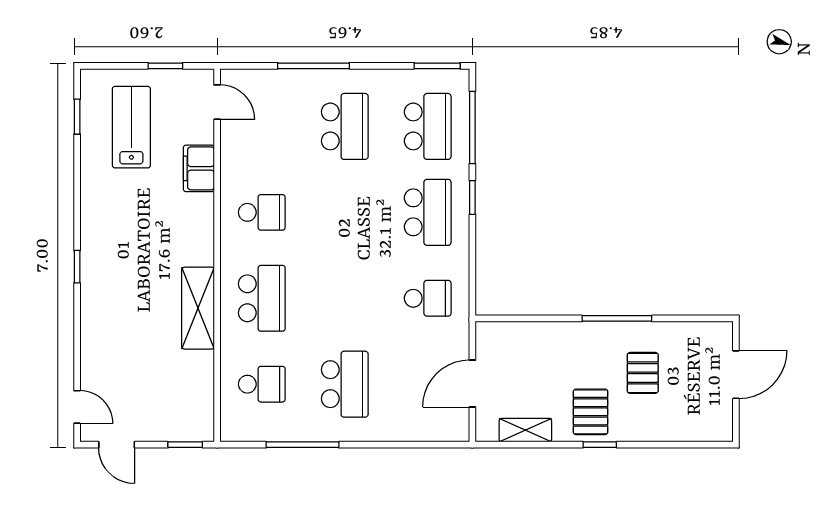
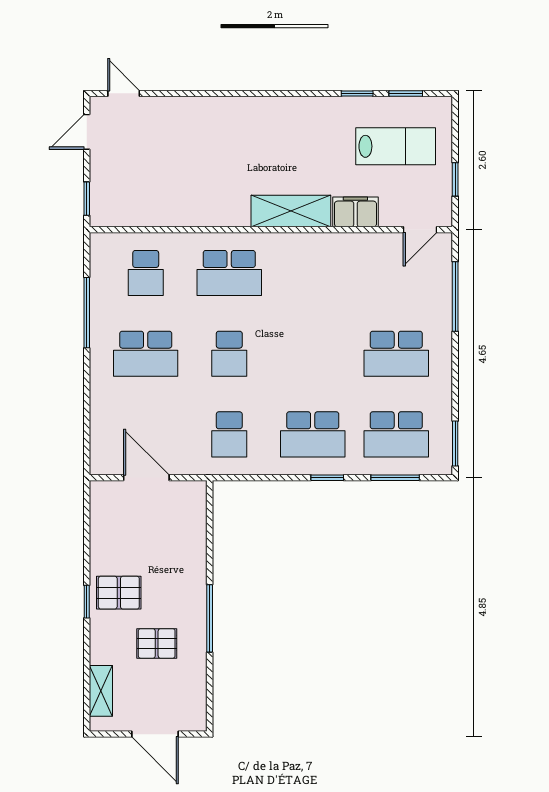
window: (314, 66) -> (455, 297), moved
window: (472, 128) -> (395, 478), width x0.69
school desk: (262, 212) -> (229, 354), moved
window: (77, 267) -> (357, 93), moved
shelving: (198, 308) -> (291, 211), moved
door: (77, 407) -> (124, 93), swing flipped
shelving: (525, 430) -> (101, 691), moved

